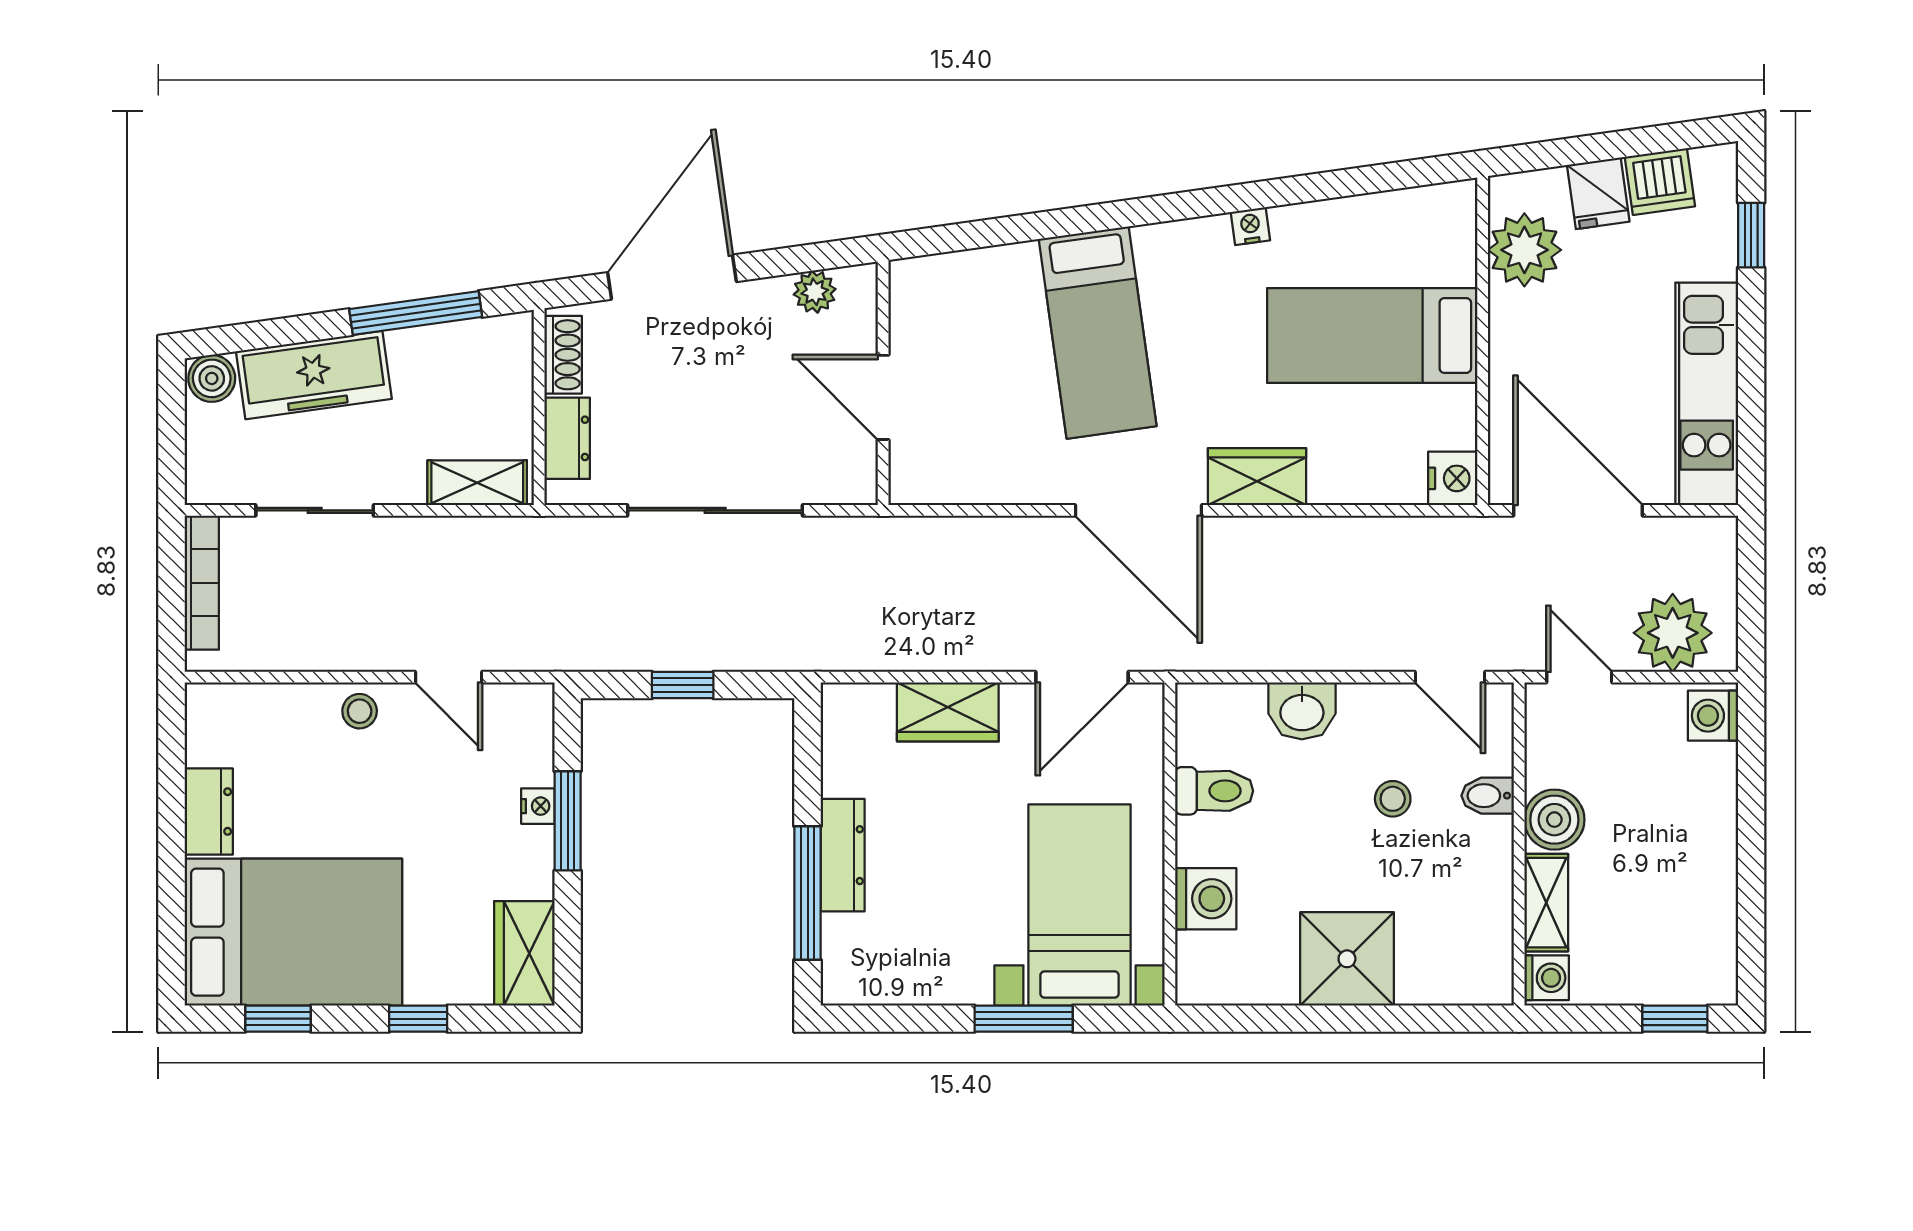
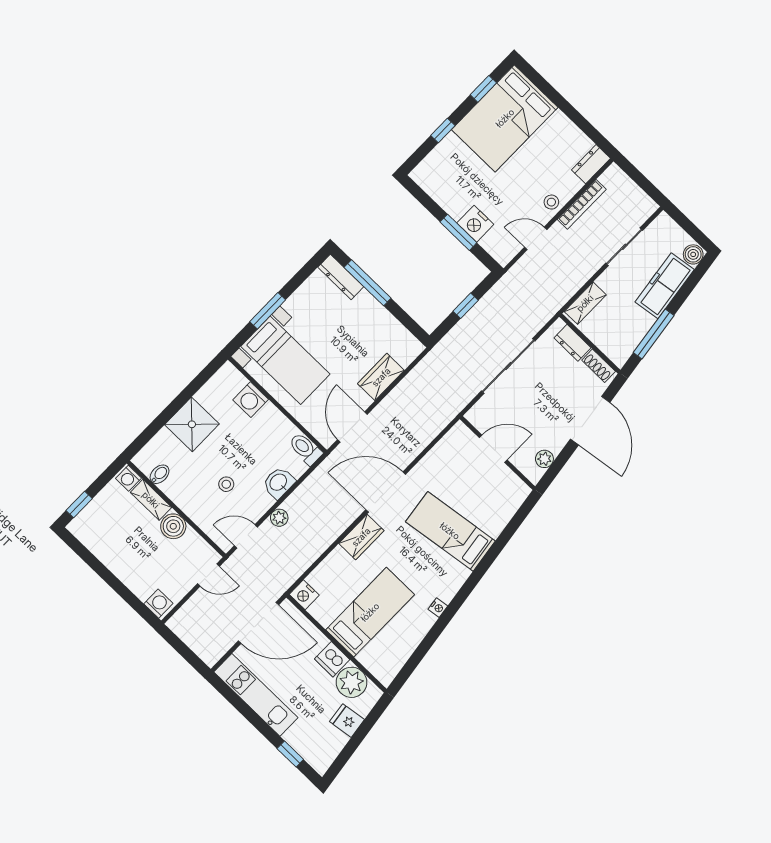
dishwasher: (1660, 182) -> (332, 659), moved, turned -82
bookcase: (202, 583) -> (582, 204), moved, turned -90
plant: (1673, 633) -> (279, 518), moved, width x0.53, depth x0.53
toilet: (1214, 791) -> (305, 449), moved, turned 90
bidet: (1488, 796) -> (160, 474), moved
nightstand: (538, 806) -> (475, 224), width x1.89, depth x1.79
dresser: (209, 812) -> (591, 164), moved, turned 90
dresser: (843, 855) -> (341, 277), moved
wardrobe: (524, 953) -> (432, 181), removed

